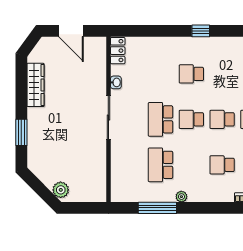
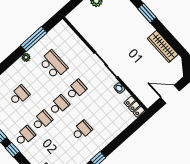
school desk: (161, 119) -> (76, 90), width x0.54

